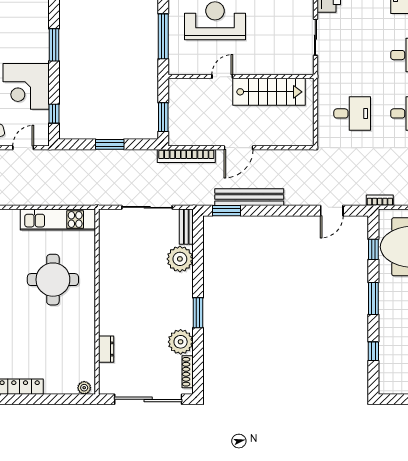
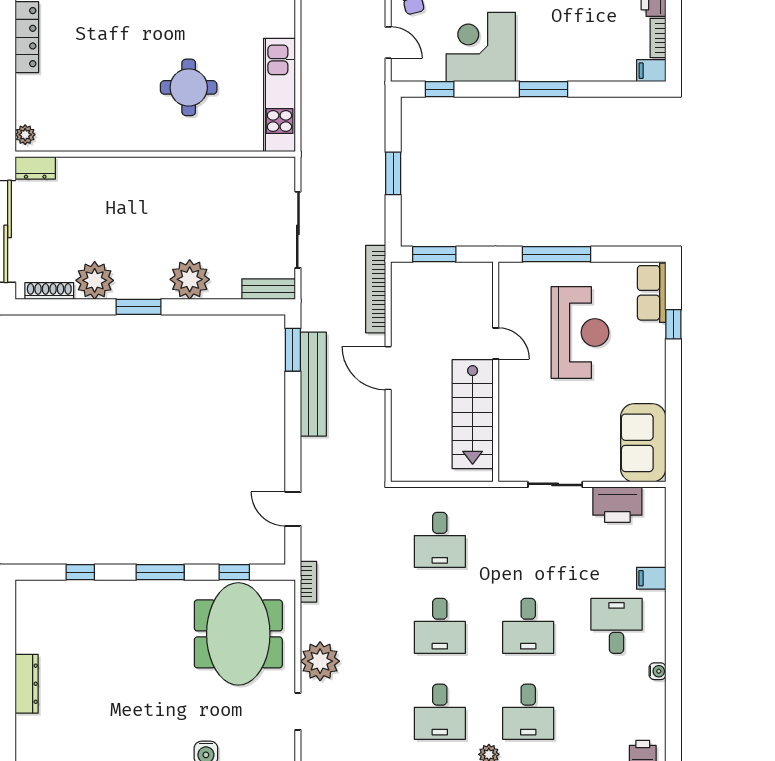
plant: (180, 259) -> (190, 279), moved
round table: (53, 280) -> (189, 87), width x0.73, depth x0.73
dresser: (106, 349) -> (35, 168), moved

